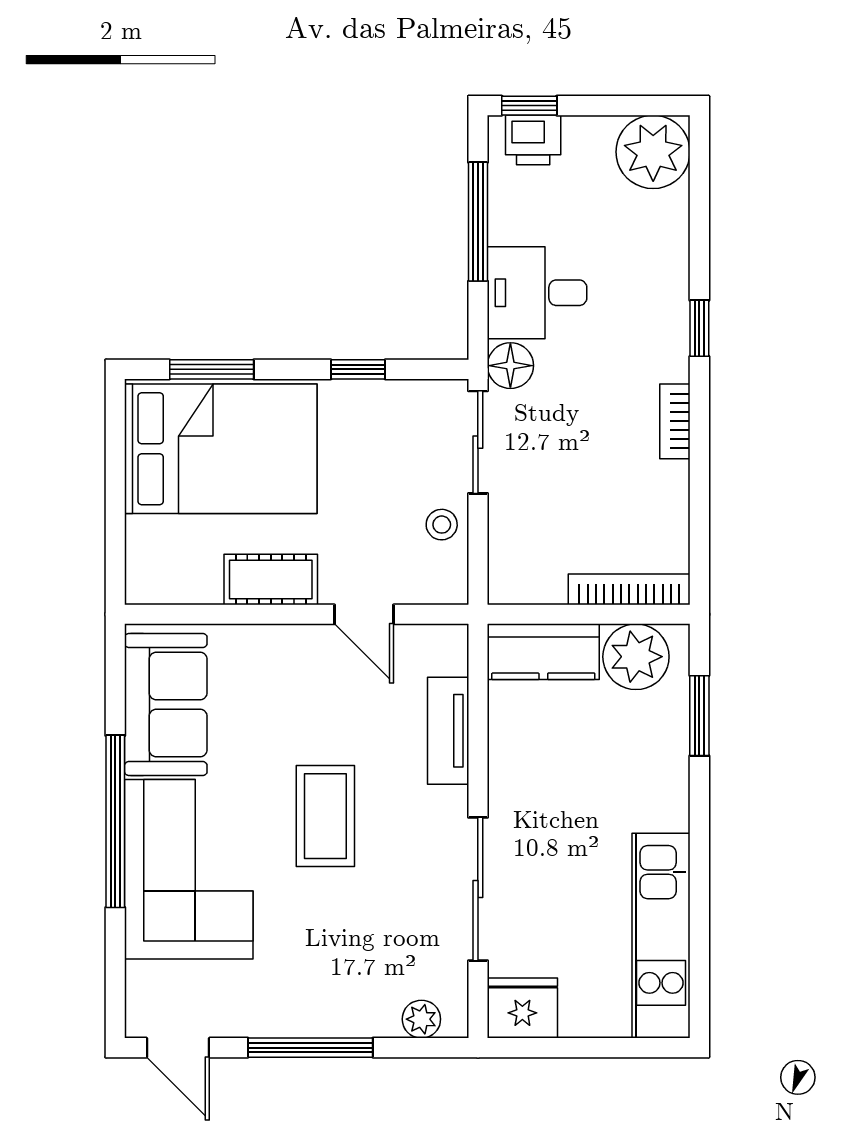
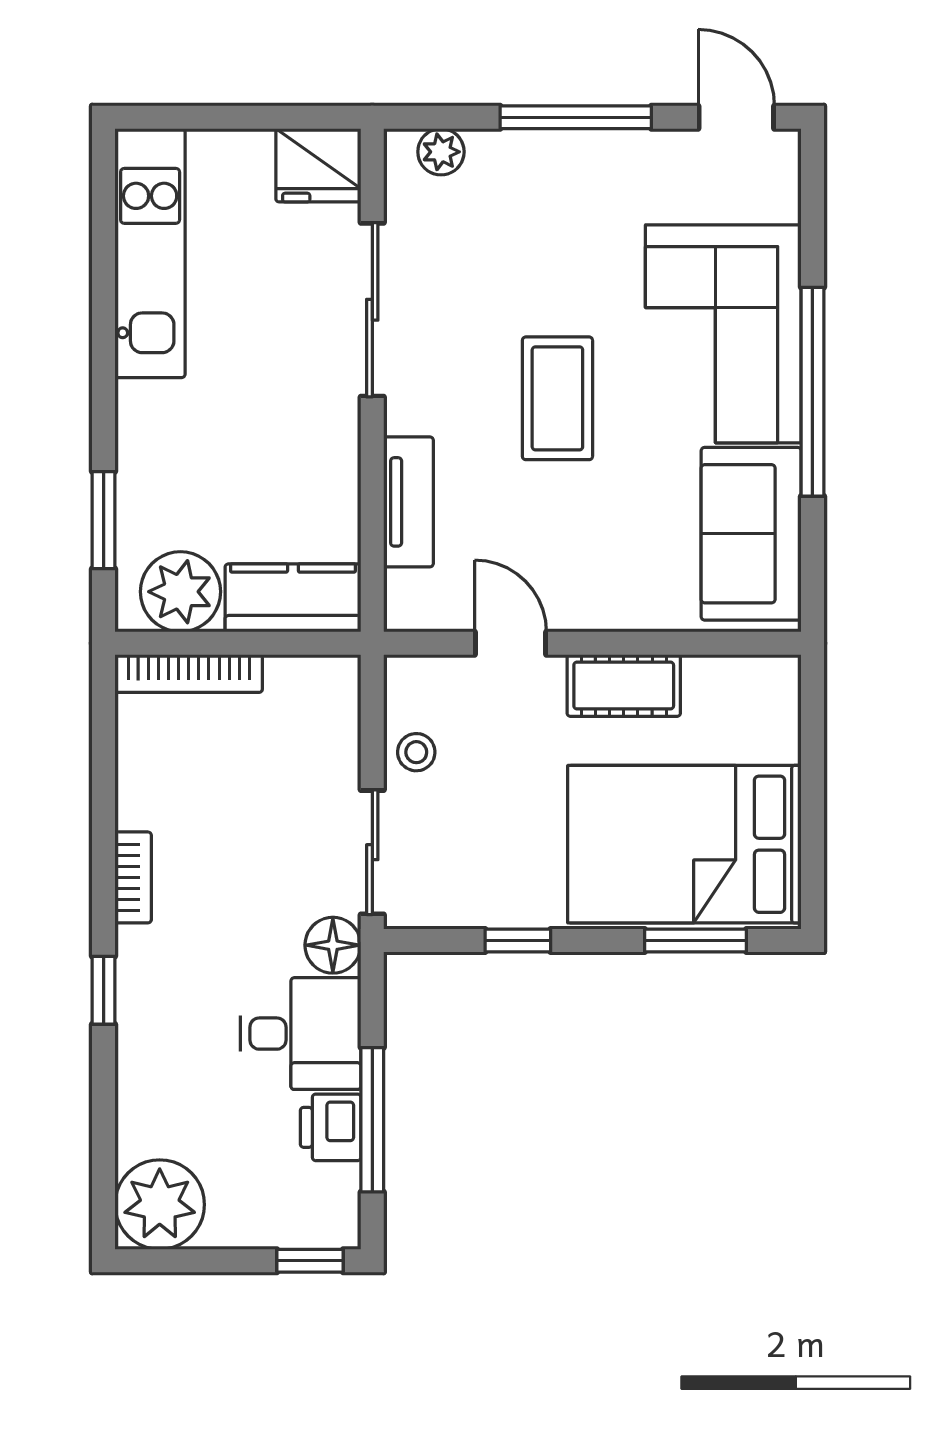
printer: (533, 140) -> (331, 1127), moved, turned -90

